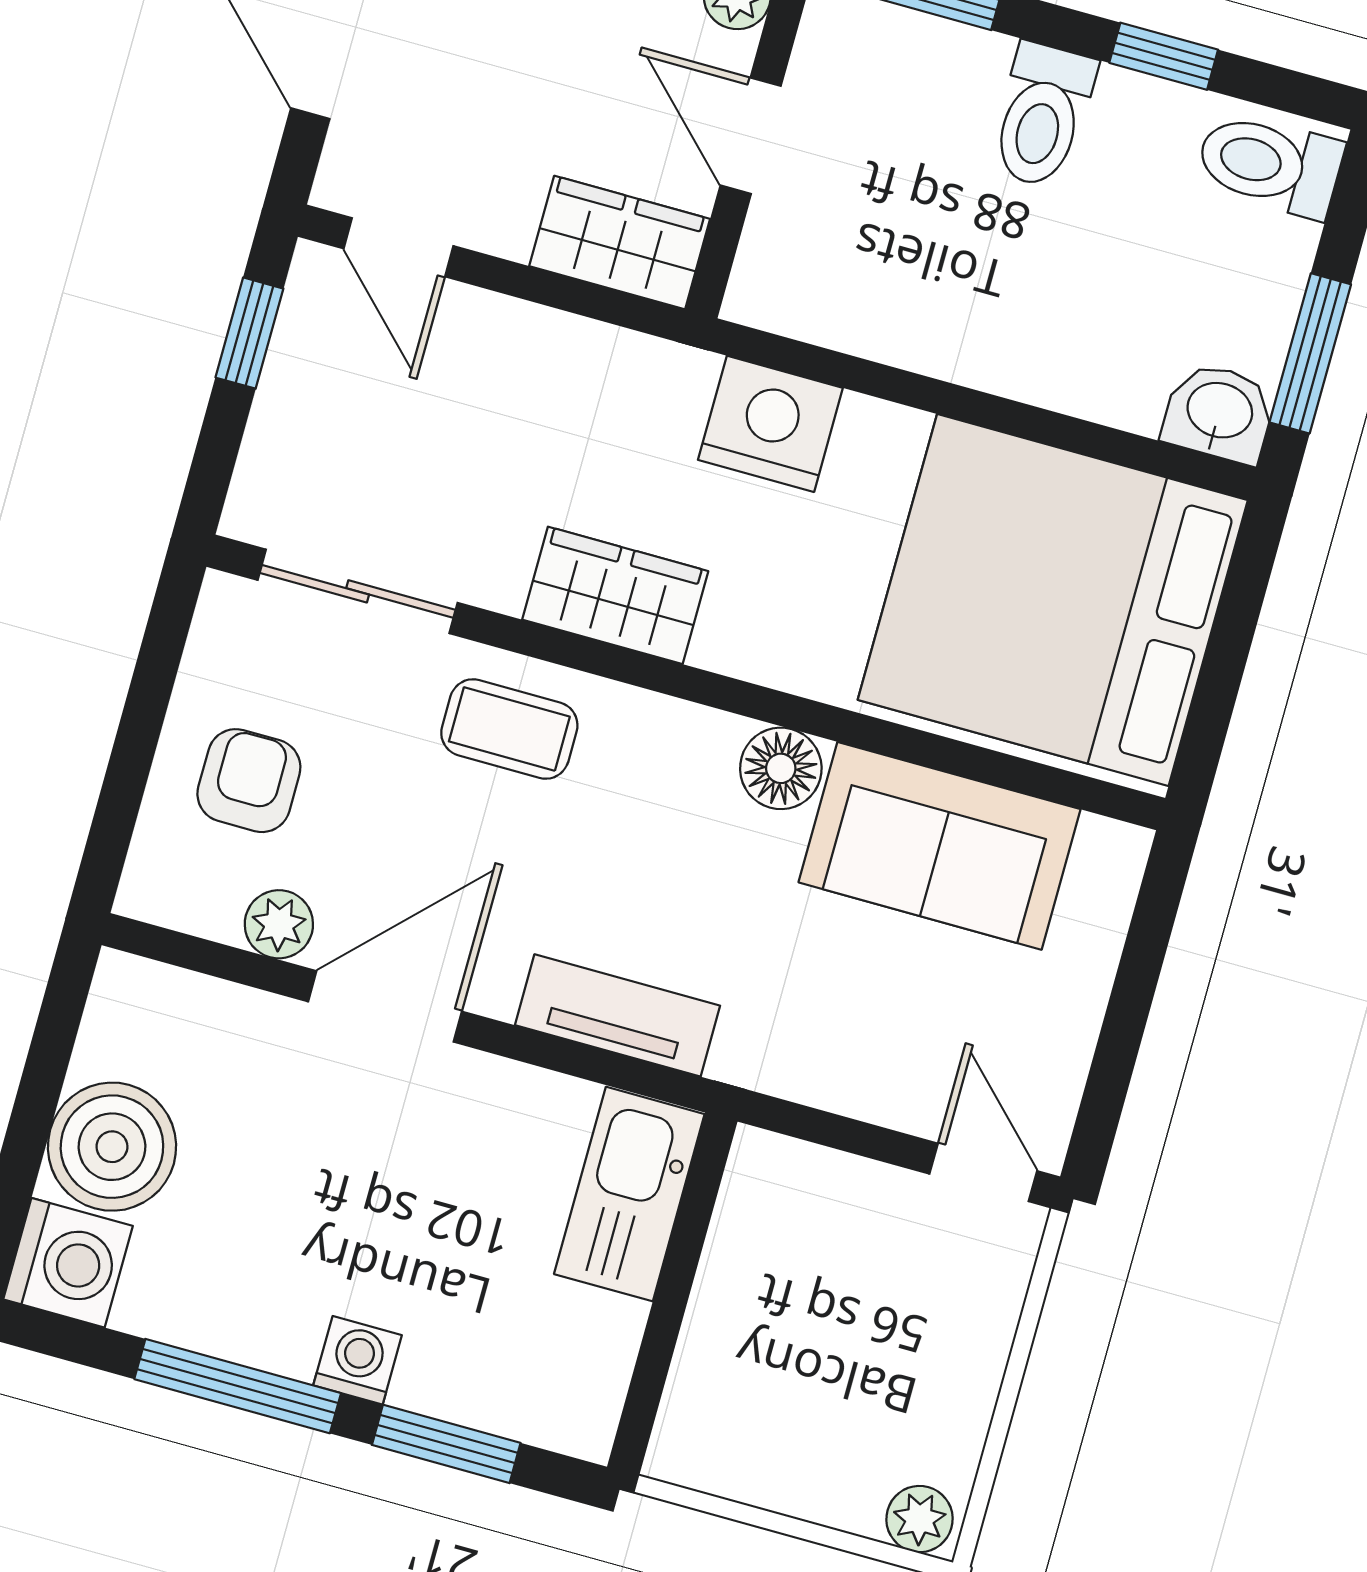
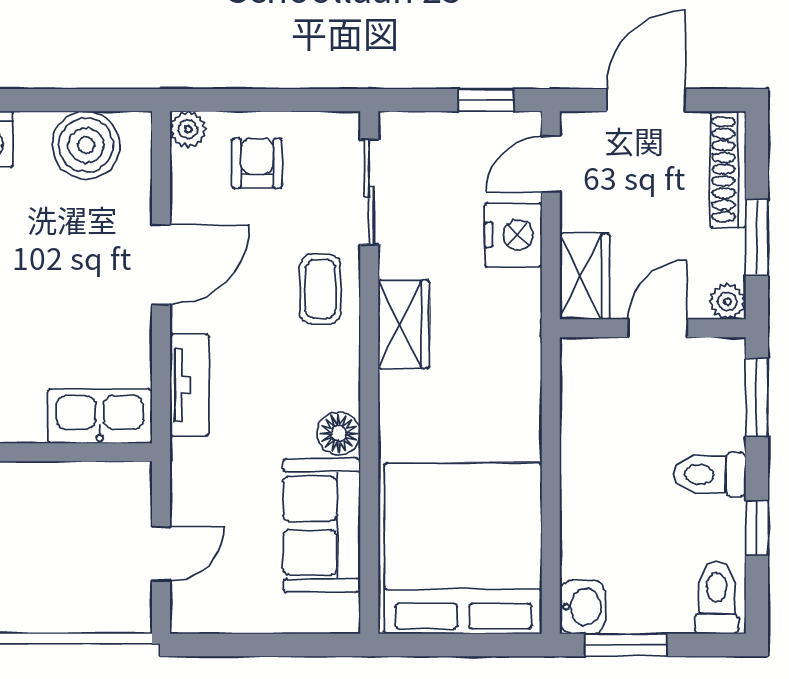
nightstand: (770, 424) -> (513, 235), moved
armchair: (249, 781) -> (257, 163), turned -90
plant: (279, 924) -> (188, 129), moved
door: (385, 1006) -> (161, 265), hinge flipped
boiler: (112, 1147) -> (86, 145), moved
door: (983, 1172) -> (161, 554), moved

